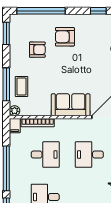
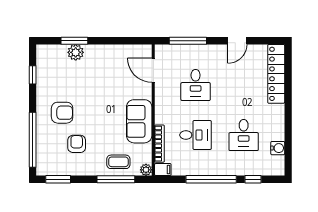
armchair: (65, 37) -> (62, 113), turned -90
sofa: (71, 105) -> (139, 121), moved
desk: (45, 155) -> (196, 135), turned 90

